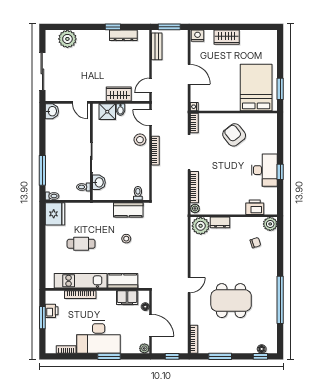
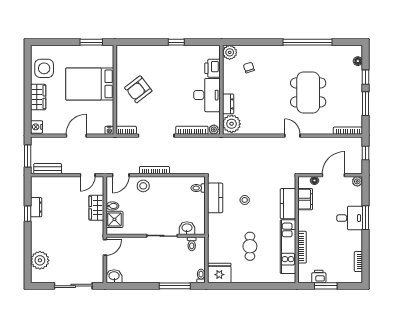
dresser: (123, 35) -> (36, 207), width x0.70
side table: (255, 43) -> (44, 68), added
door: (150, 85) -> (88, 175), hinge flipped
bed: (256, 87) -> (90, 84), moved
desk: (264, 170) -> (207, 95), moved, turned 90
desk: (99, 337) -> (350, 218), width x0.53, depth x0.77
window: (260, 356) -> (365, 77), moved

